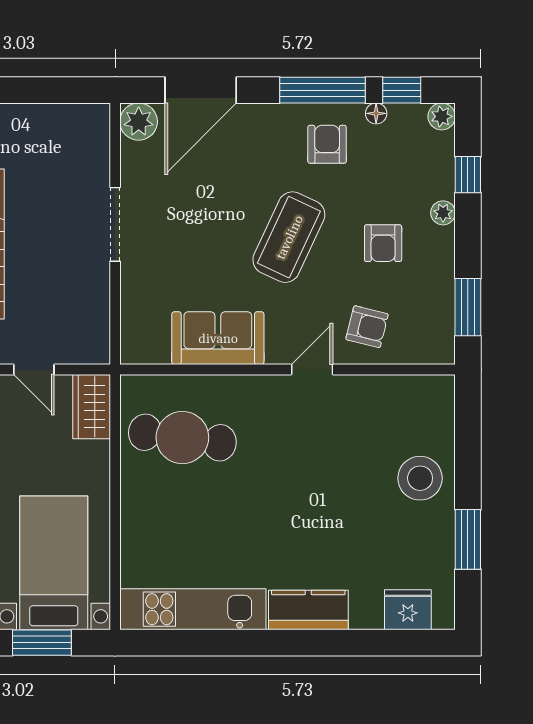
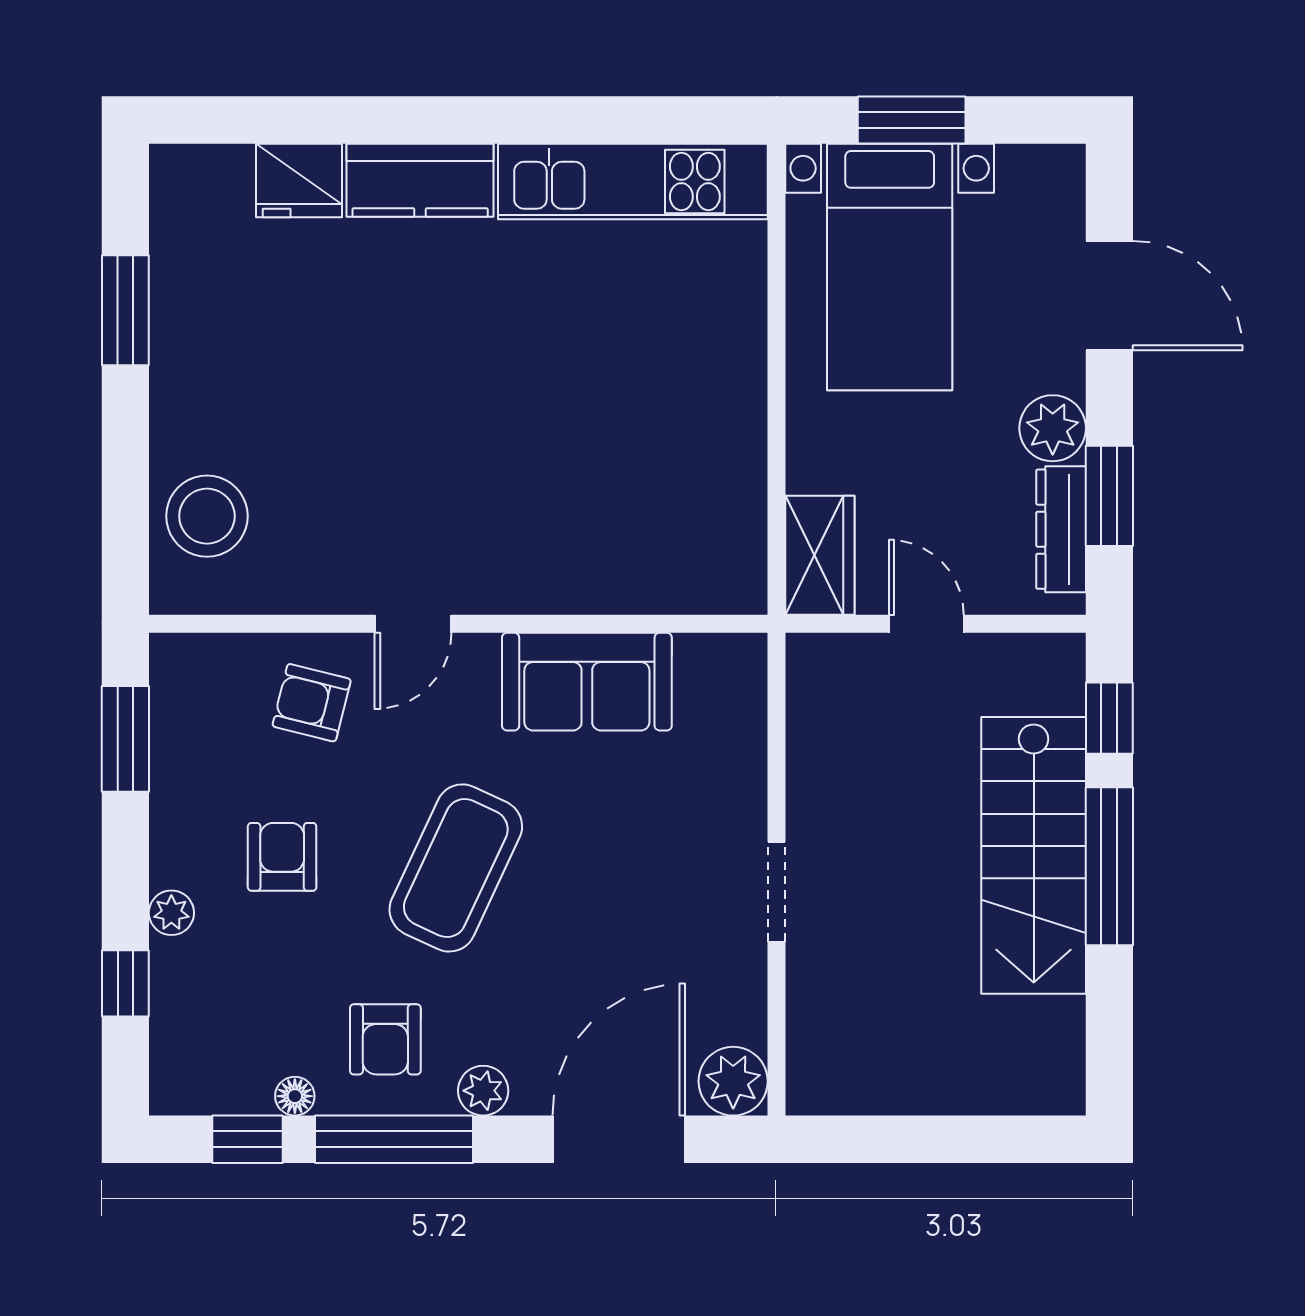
plant: (442, 116) -> (483, 1091), moved
doorway: (115, 224) -> (776, 892), width x0.73
cafe table: (182, 438) -> (652, 498), removed
stool: (420, 478) -> (207, 516), moved
fridge: (408, 610) -> (299, 180), moved

